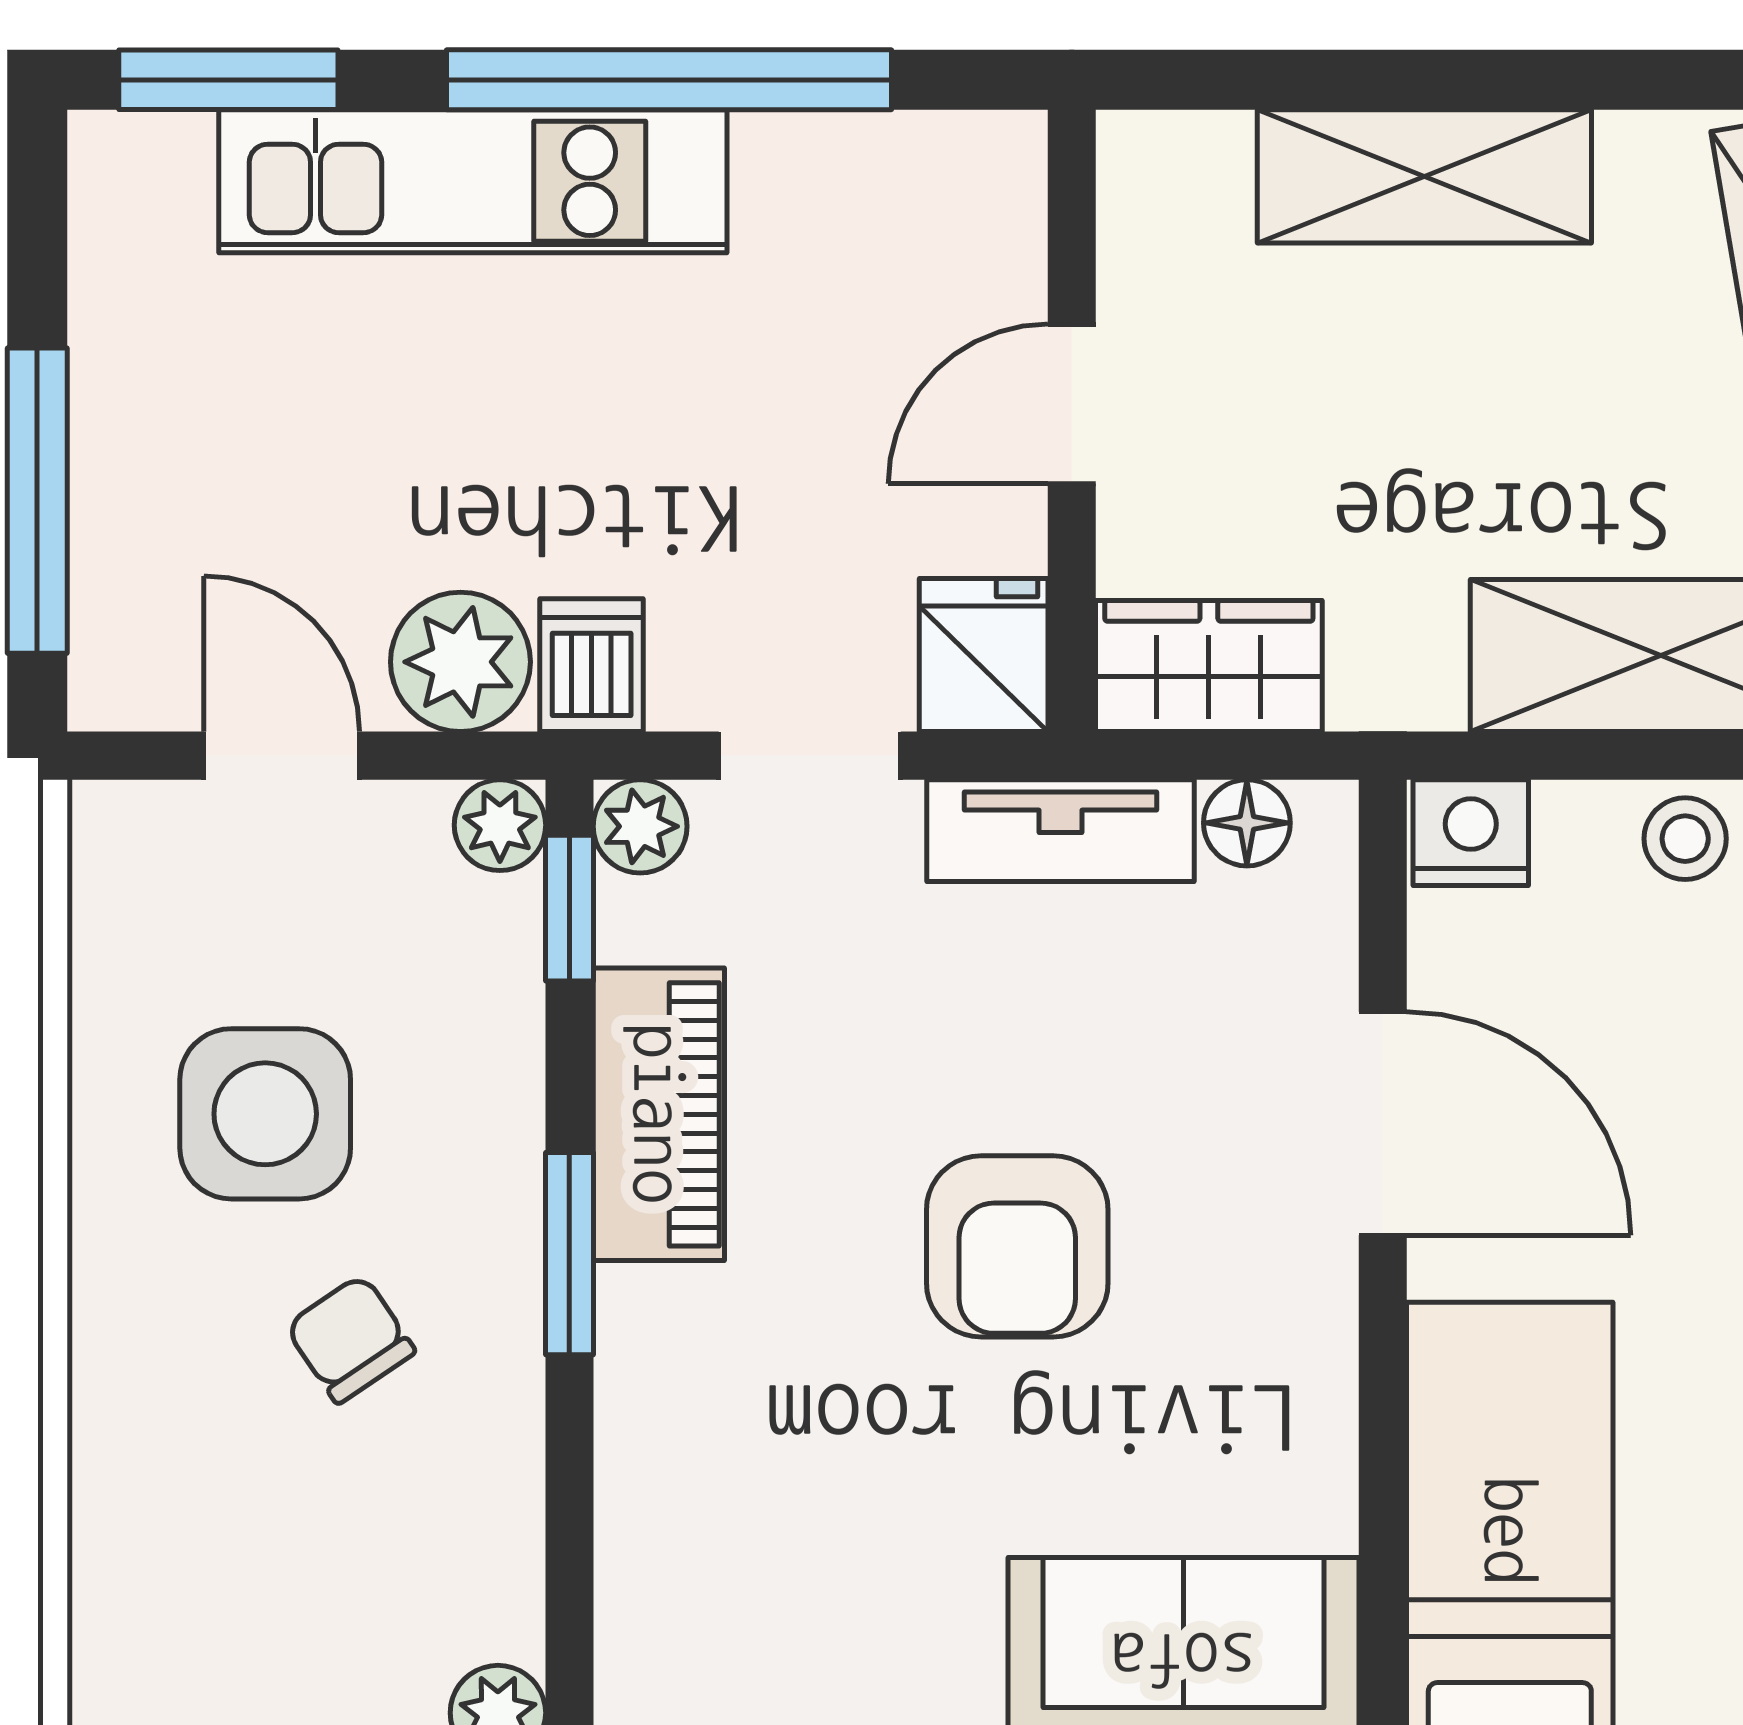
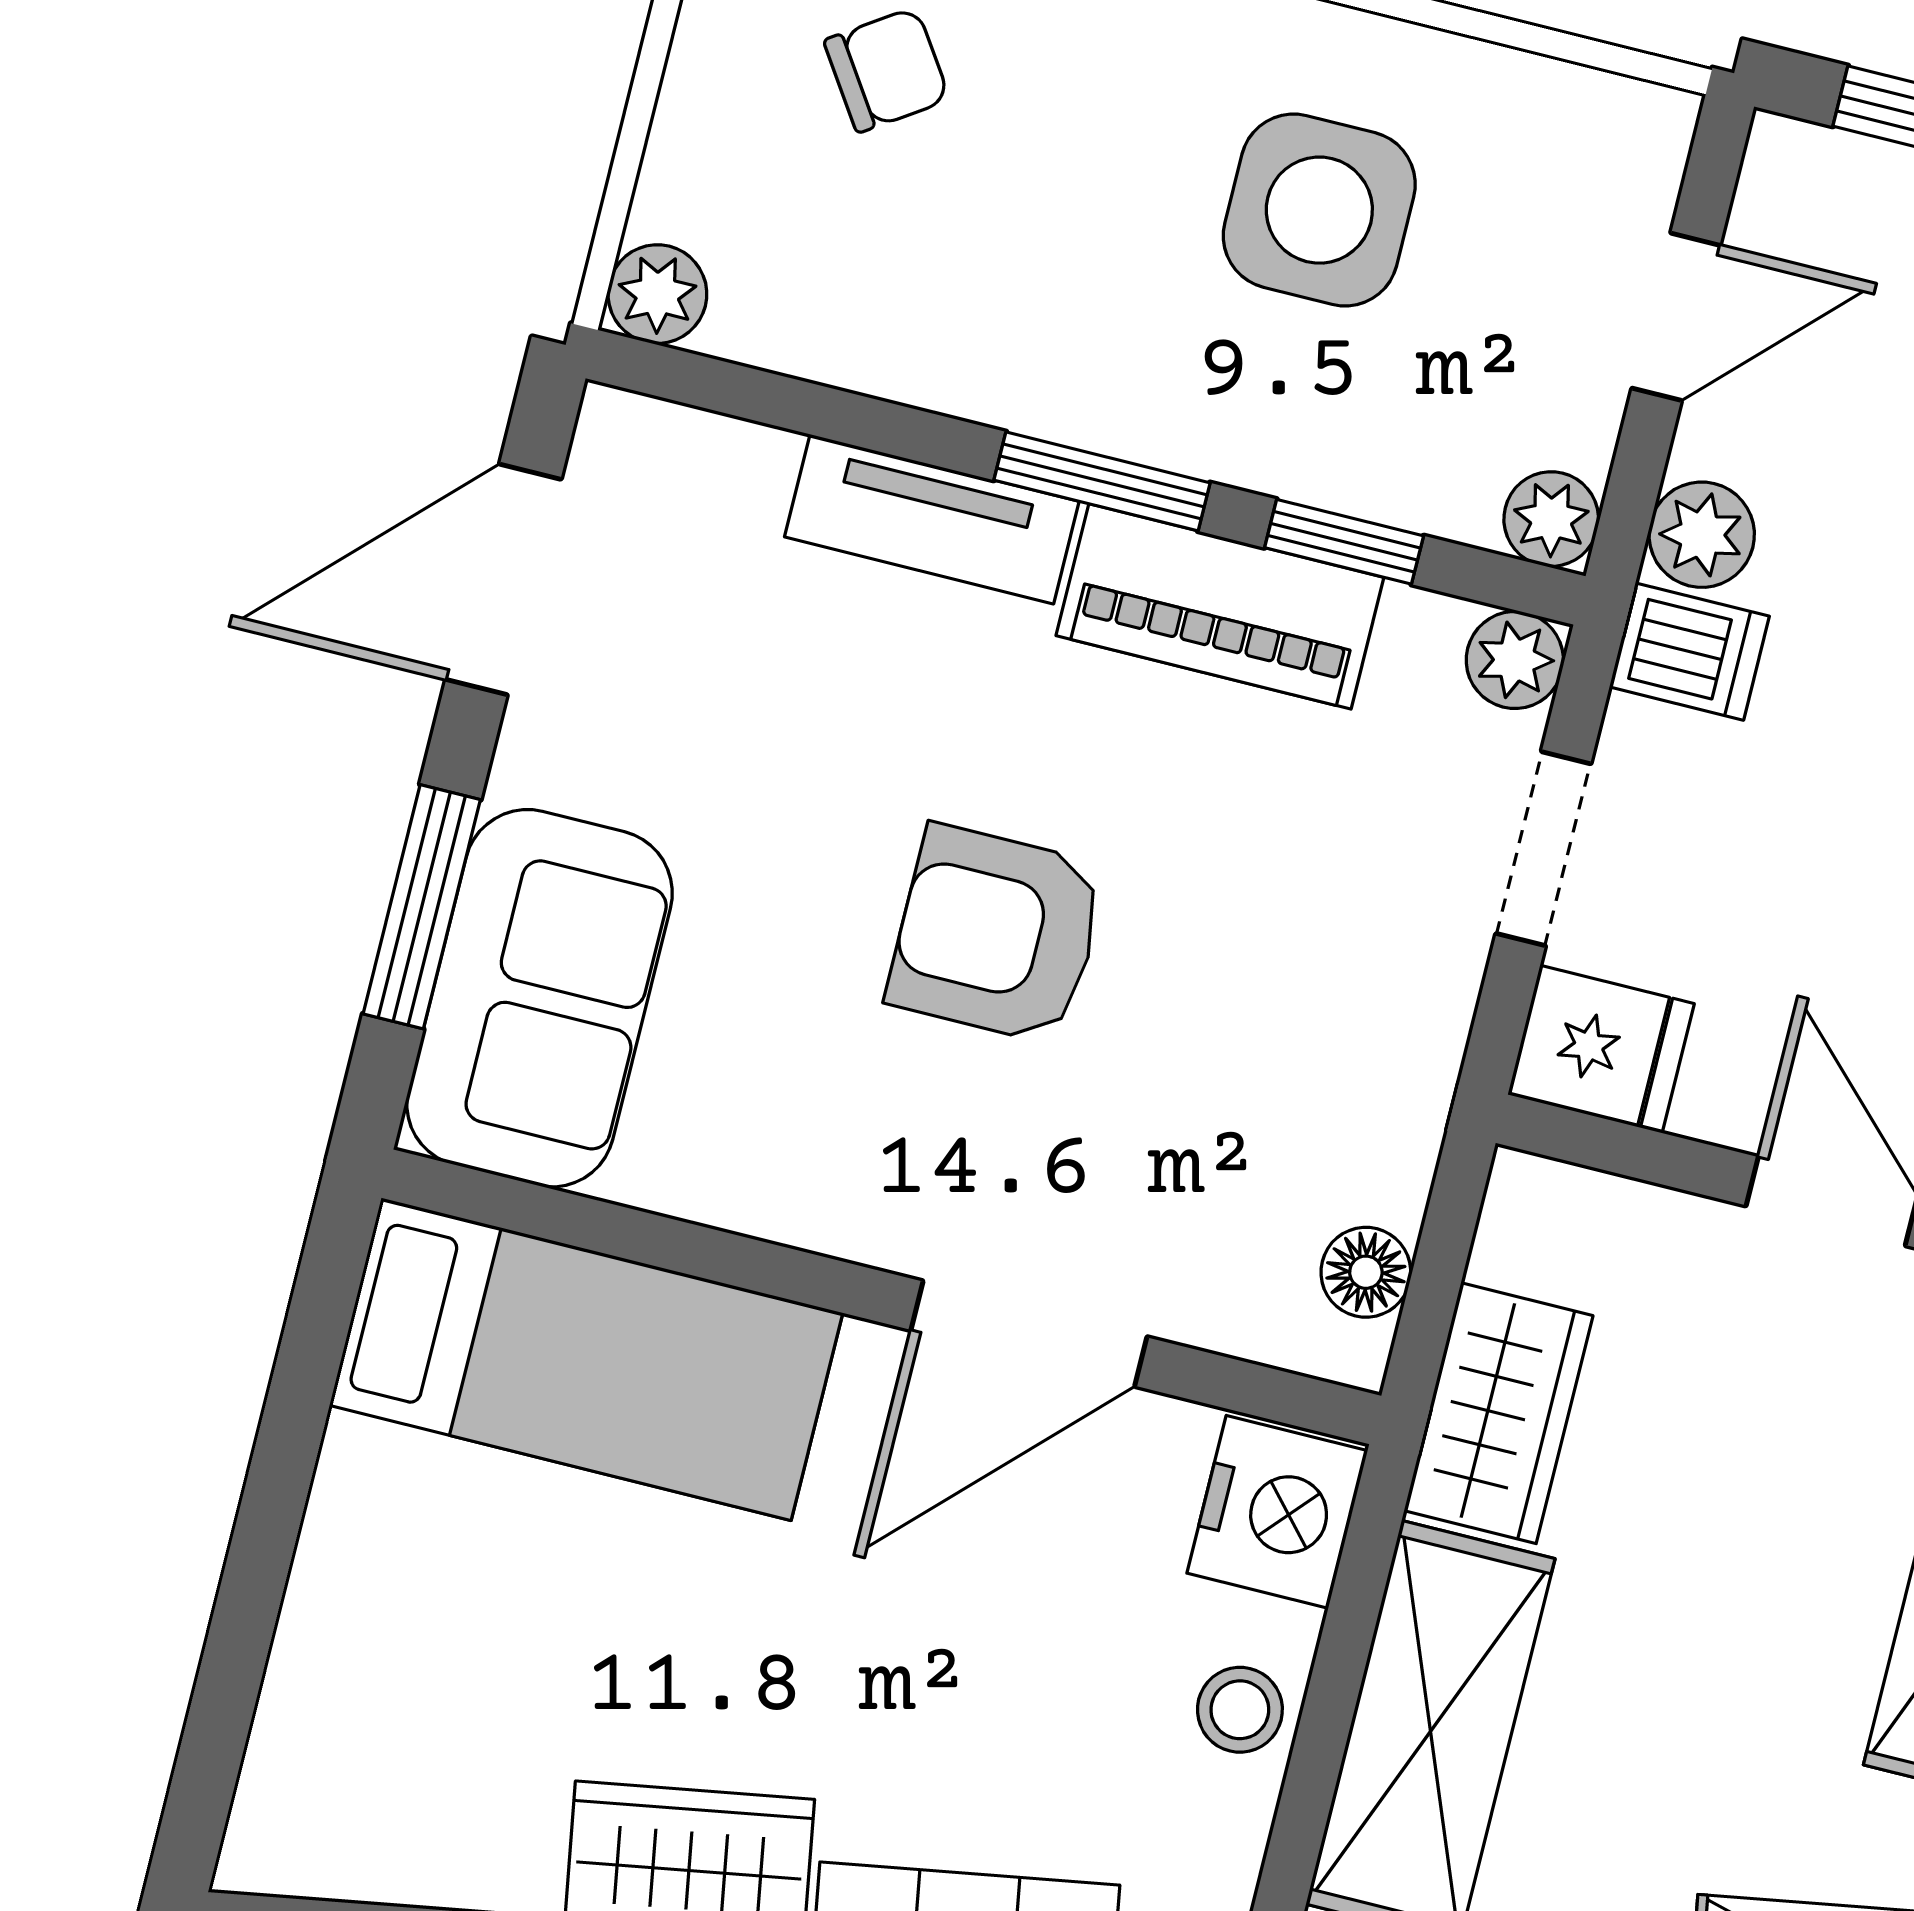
plant: (460, 662) -> (1702, 535), width x0.73, depth x0.73
wardrobe: (1209, 666) -> (1499, 1413), moved
tv unit: (1060, 831) -> (932, 519), moved, turned -90
nightstand: (1471, 833) -> (1277, 1512), width x1.36, depth x1.33
window: (569, 908) -> (1344, 542), moved
chair: (350, 1339) -> (887, 70), moved

